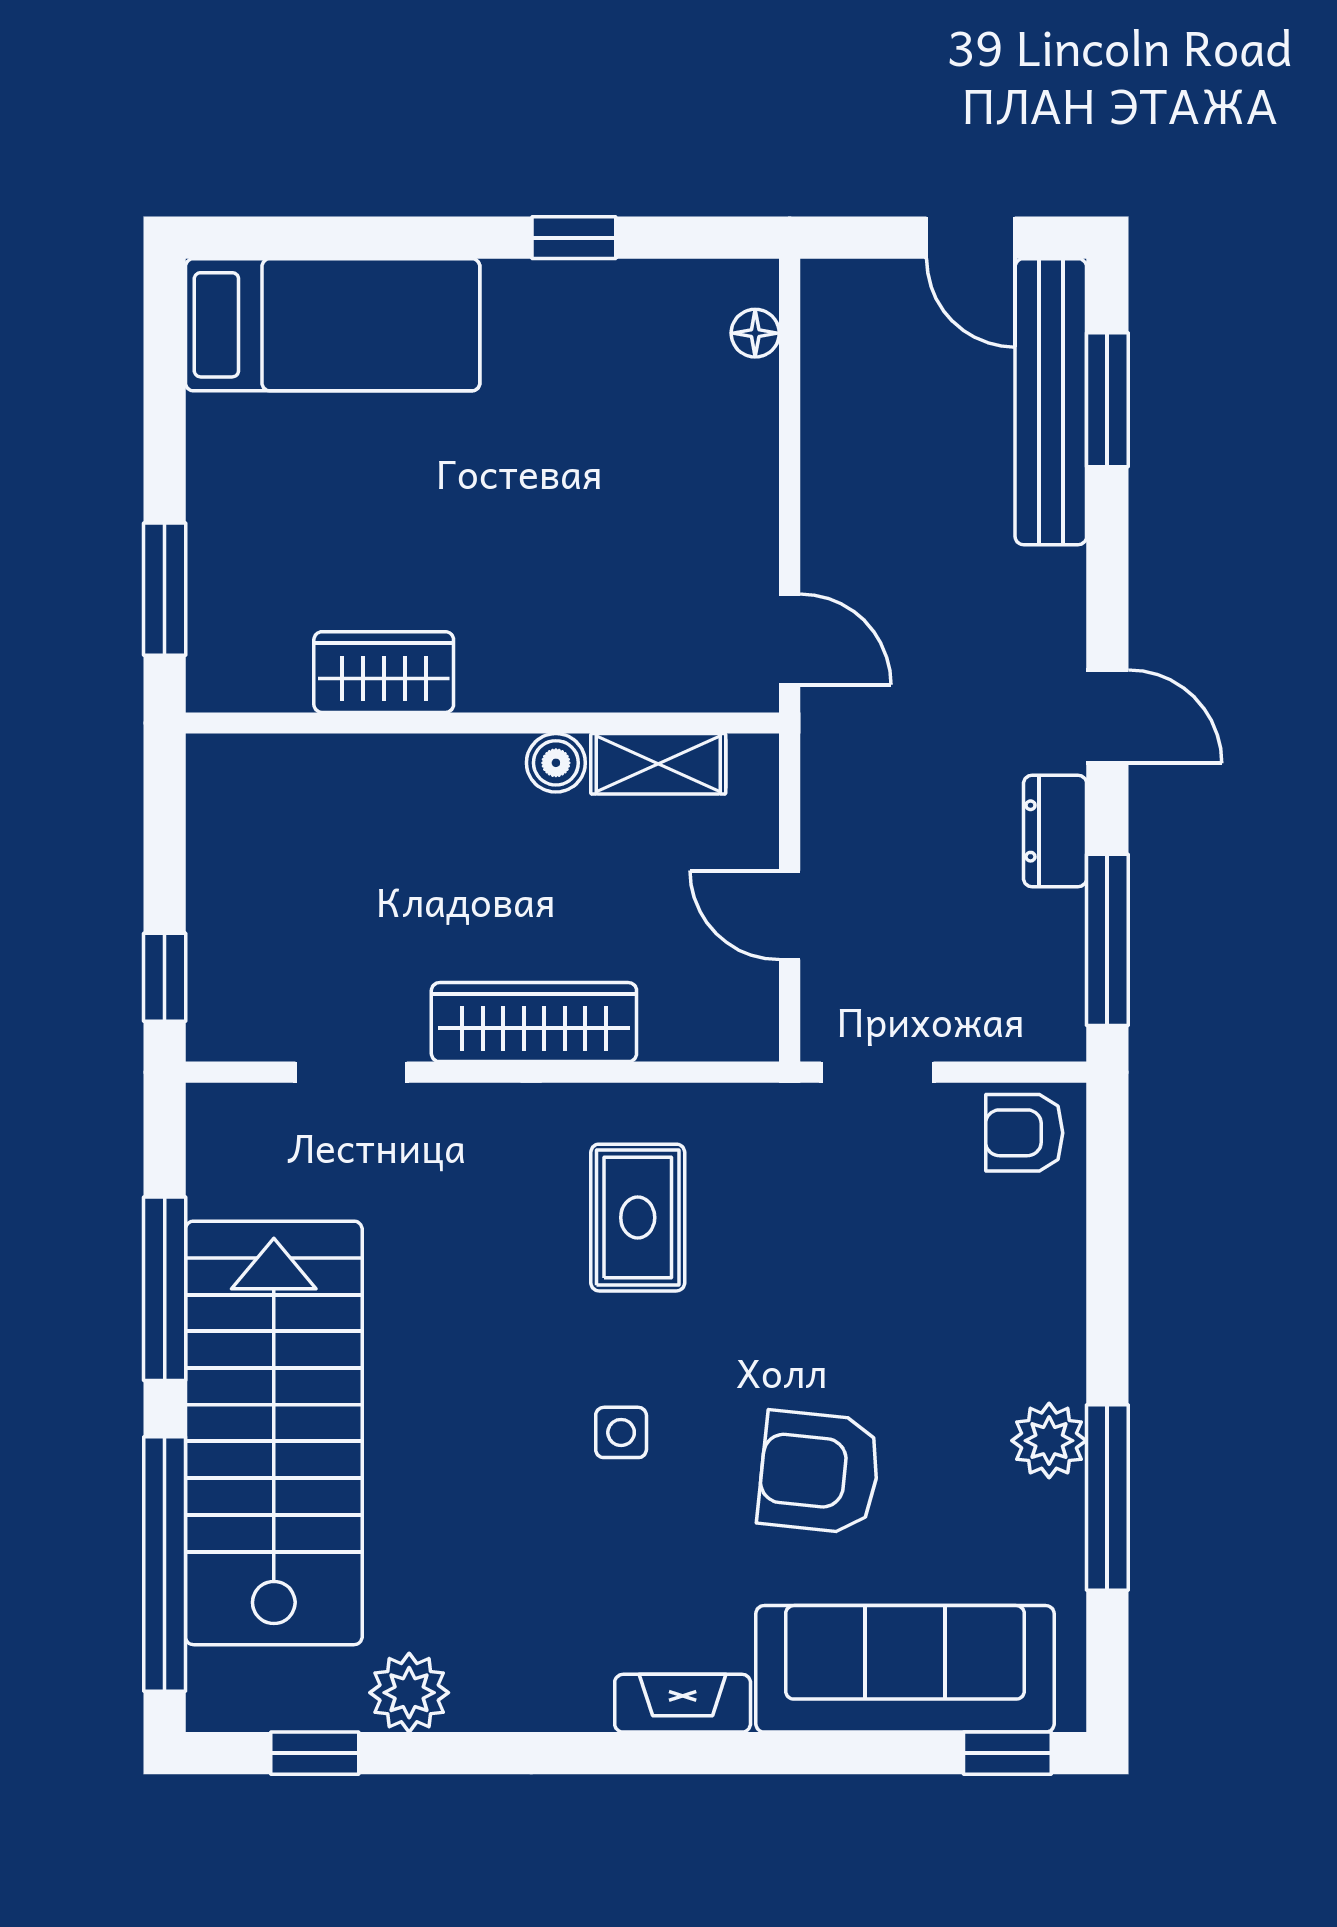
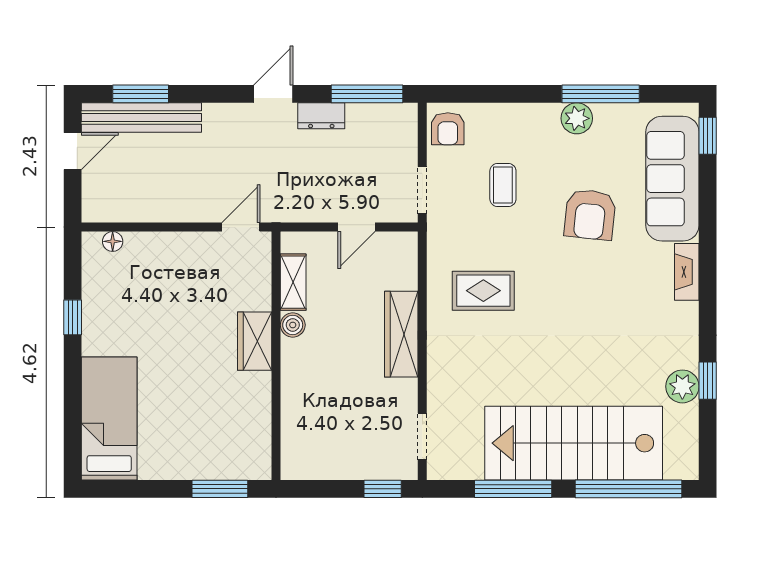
wardrobe: (384, 672) -> (255, 341), moved
doorway: (351, 1072) -> (422, 437), moved
coffee table: (890, 1264) -> (503, 185), added
side table: (621, 1432) -> (573, 298), removed
window: (315, 1753) -> (708, 381), moved

